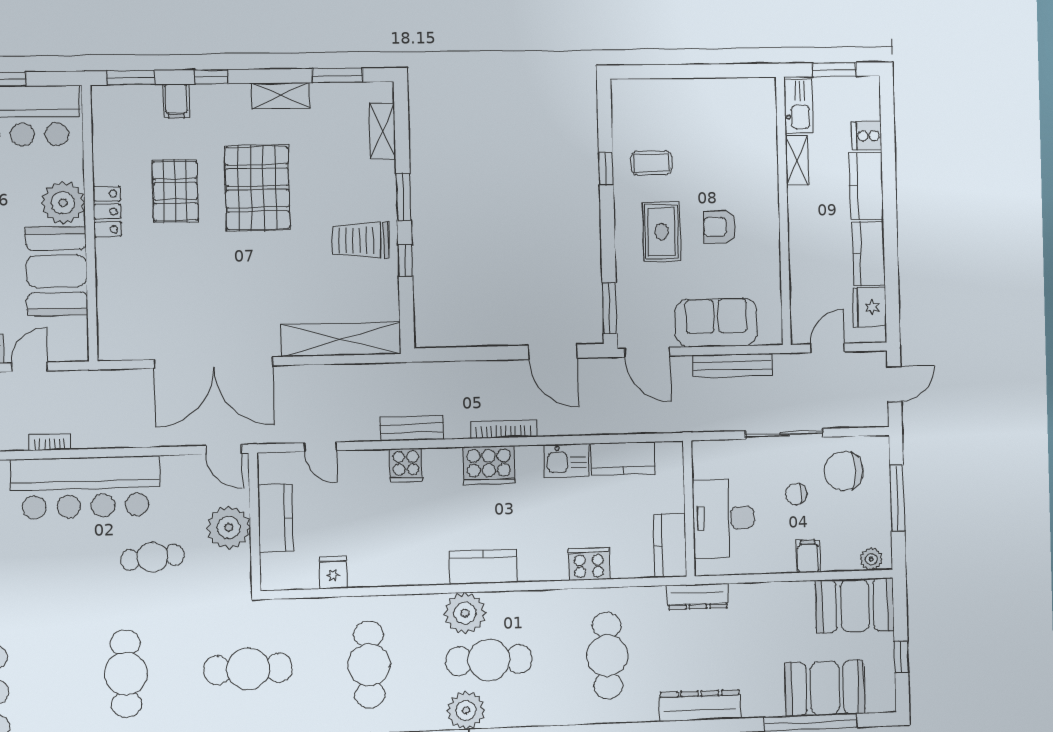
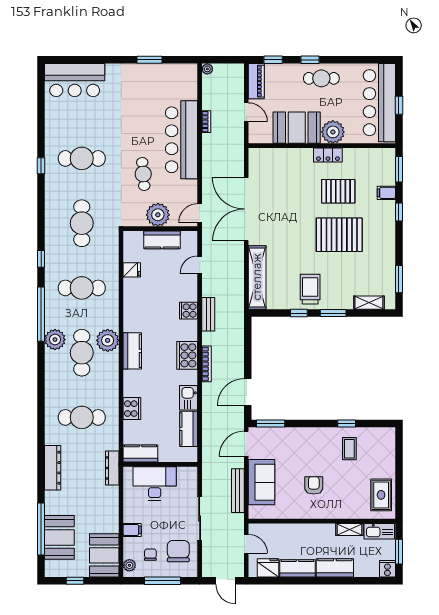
shelving: (280, 96) -> (388, 248), removed
cooker: (867, 136) -> (387, 569), moved
rug: (662, 232) -> (381, 495), moved, turned 90
chair: (796, 494) -> (150, 555), moved

